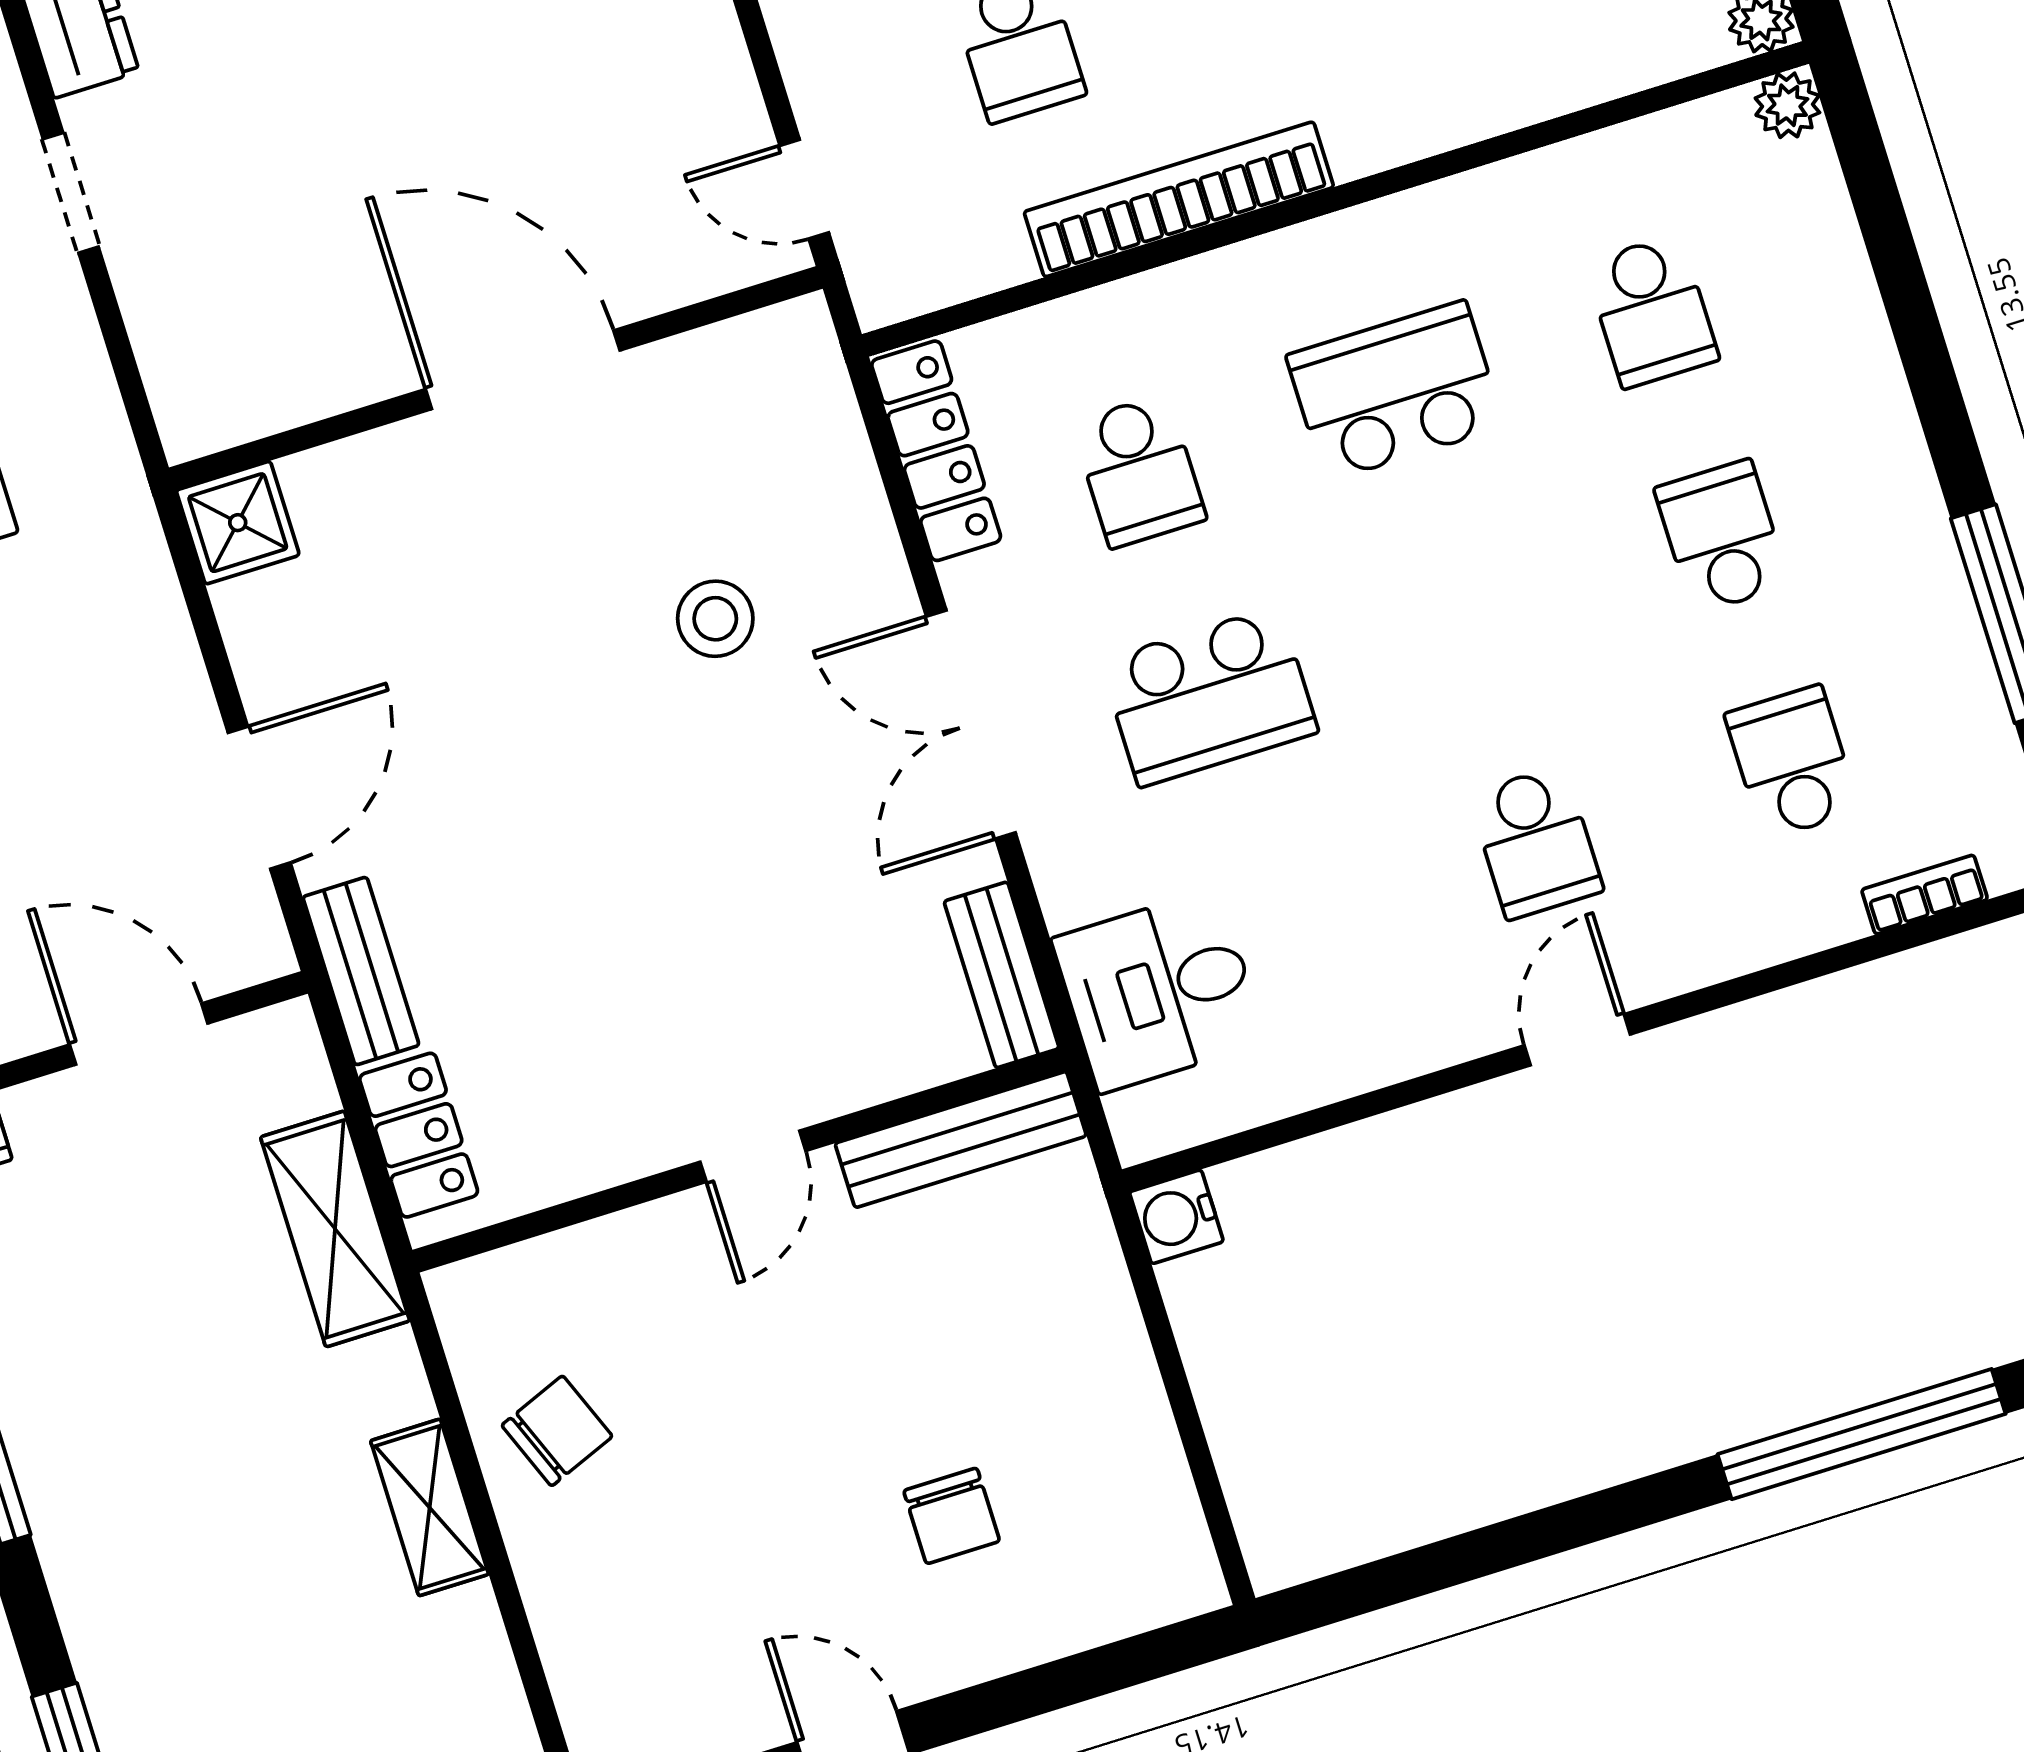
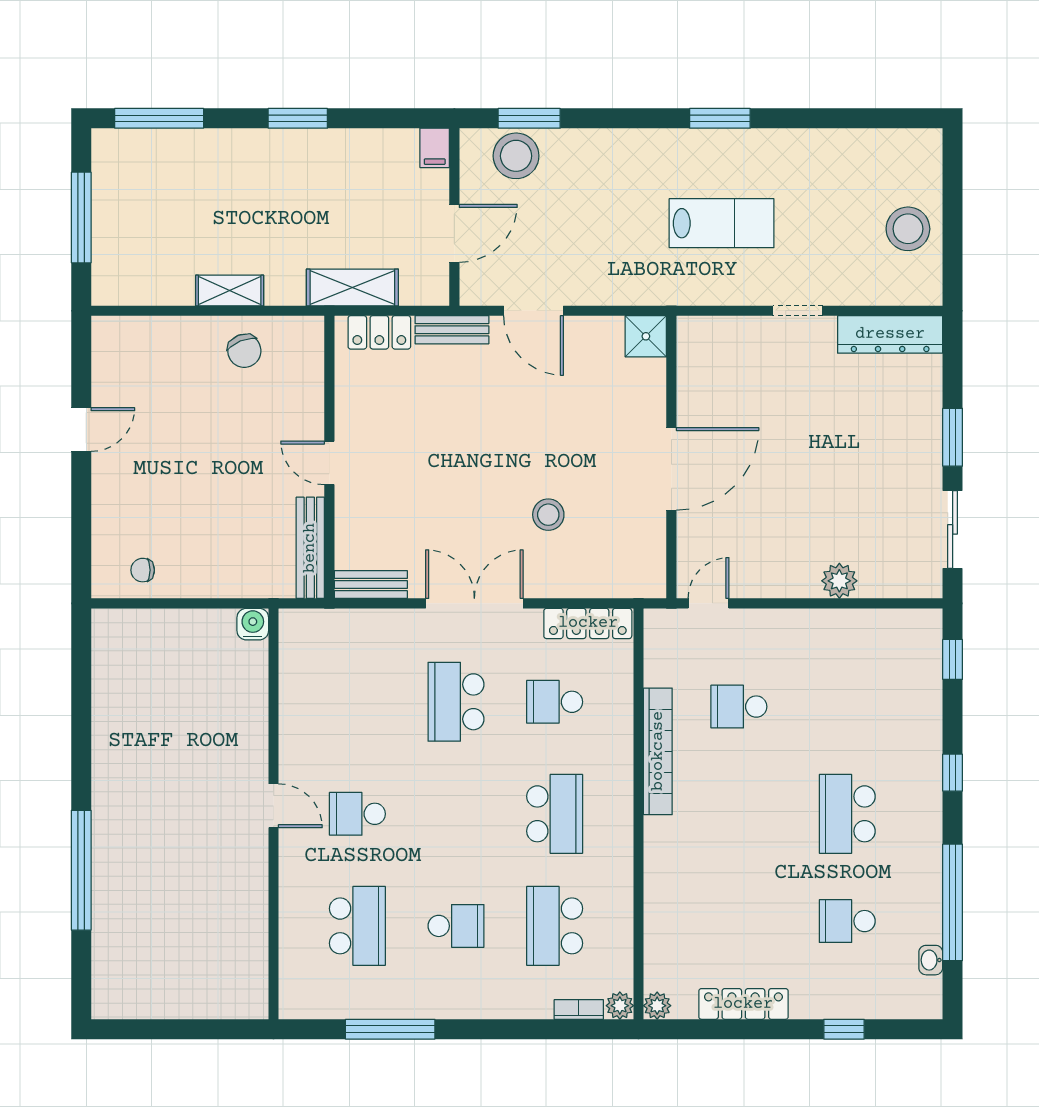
school desk: (1652, 311) -> (555, 926), width x1.85
school desk: (1792, 762) -> (357, 926), width x1.85
bookcase: (1925, 895) -> (579, 1010), moved, turned -90
desk: (1159, 991) -> (345, 645), removed
chair: (952, 1516) -> (143, 570), moved, width x0.73, depth x0.73

